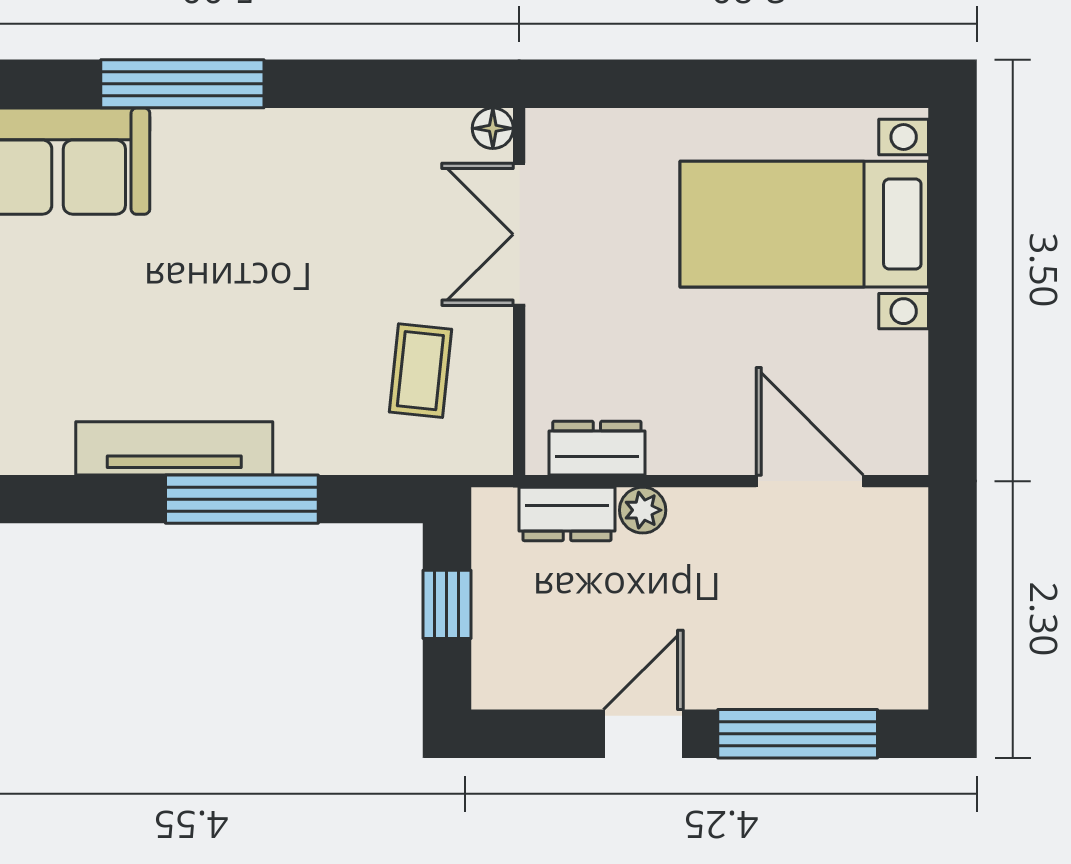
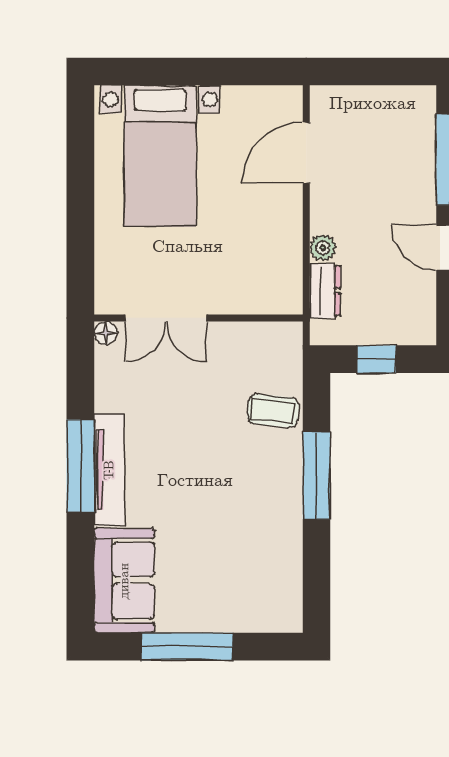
window: (182, 84) -> (80, 465), moved
coffee table: (420, 371) -> (273, 411), moved
tv unit: (174, 448) -> (109, 470), moved, turned 180
dresser: (597, 448) -> (288, 274), removed

